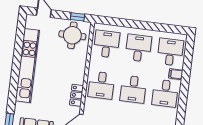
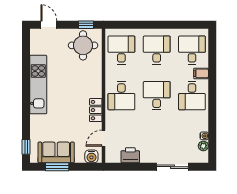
kitchen unit: (27, 66) -> (38, 85), width x0.73
desk: (133, 89) -> (157, 96), turned 180

